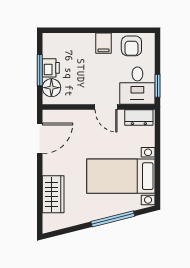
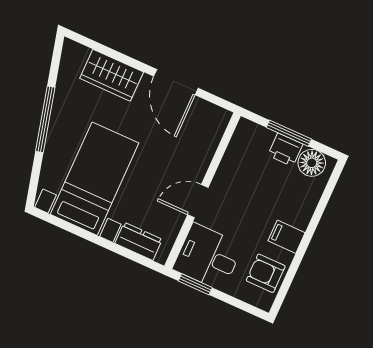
floor lamp: (51, 88) -> (312, 163), moved
dresser: (139, 118) -> (139, 241), moved, turned 90
door: (40, 138) -> (176, 82), moved
window: (113, 219) -> (45, 119), moved

